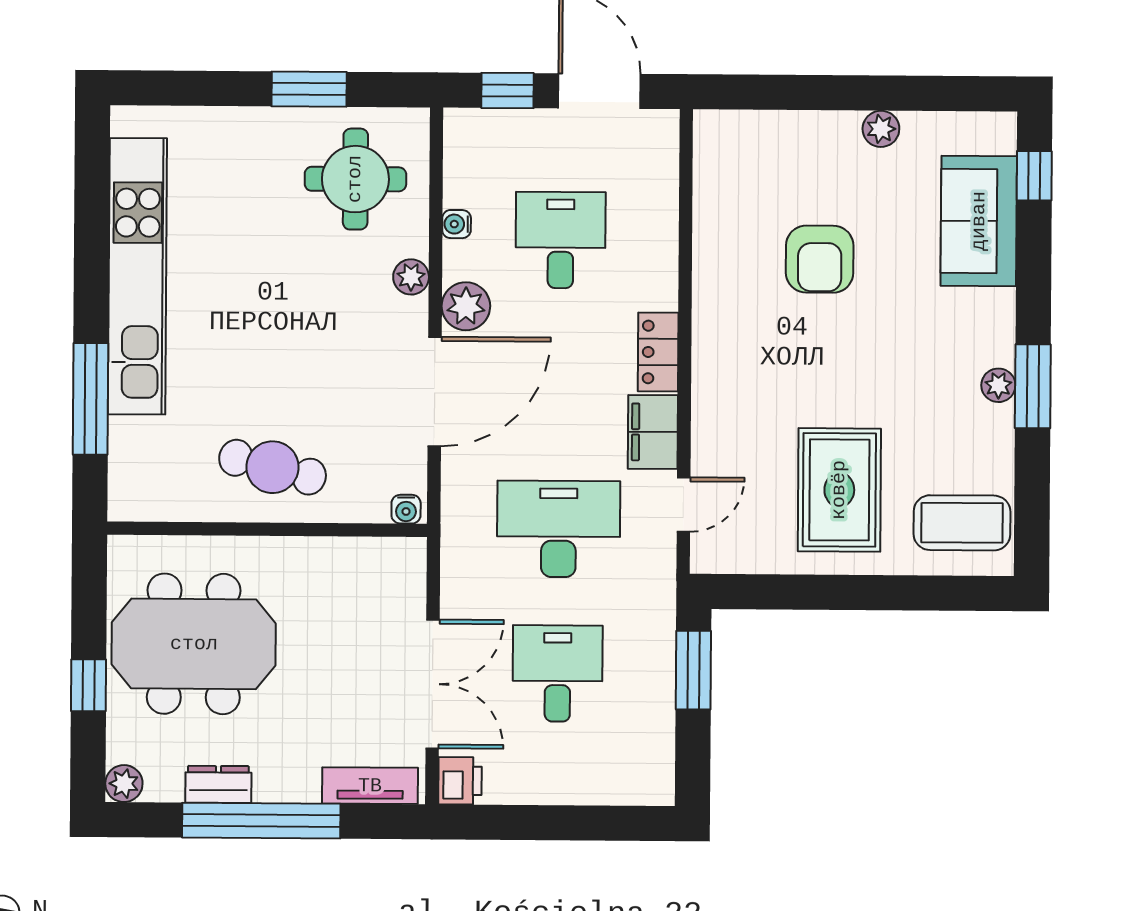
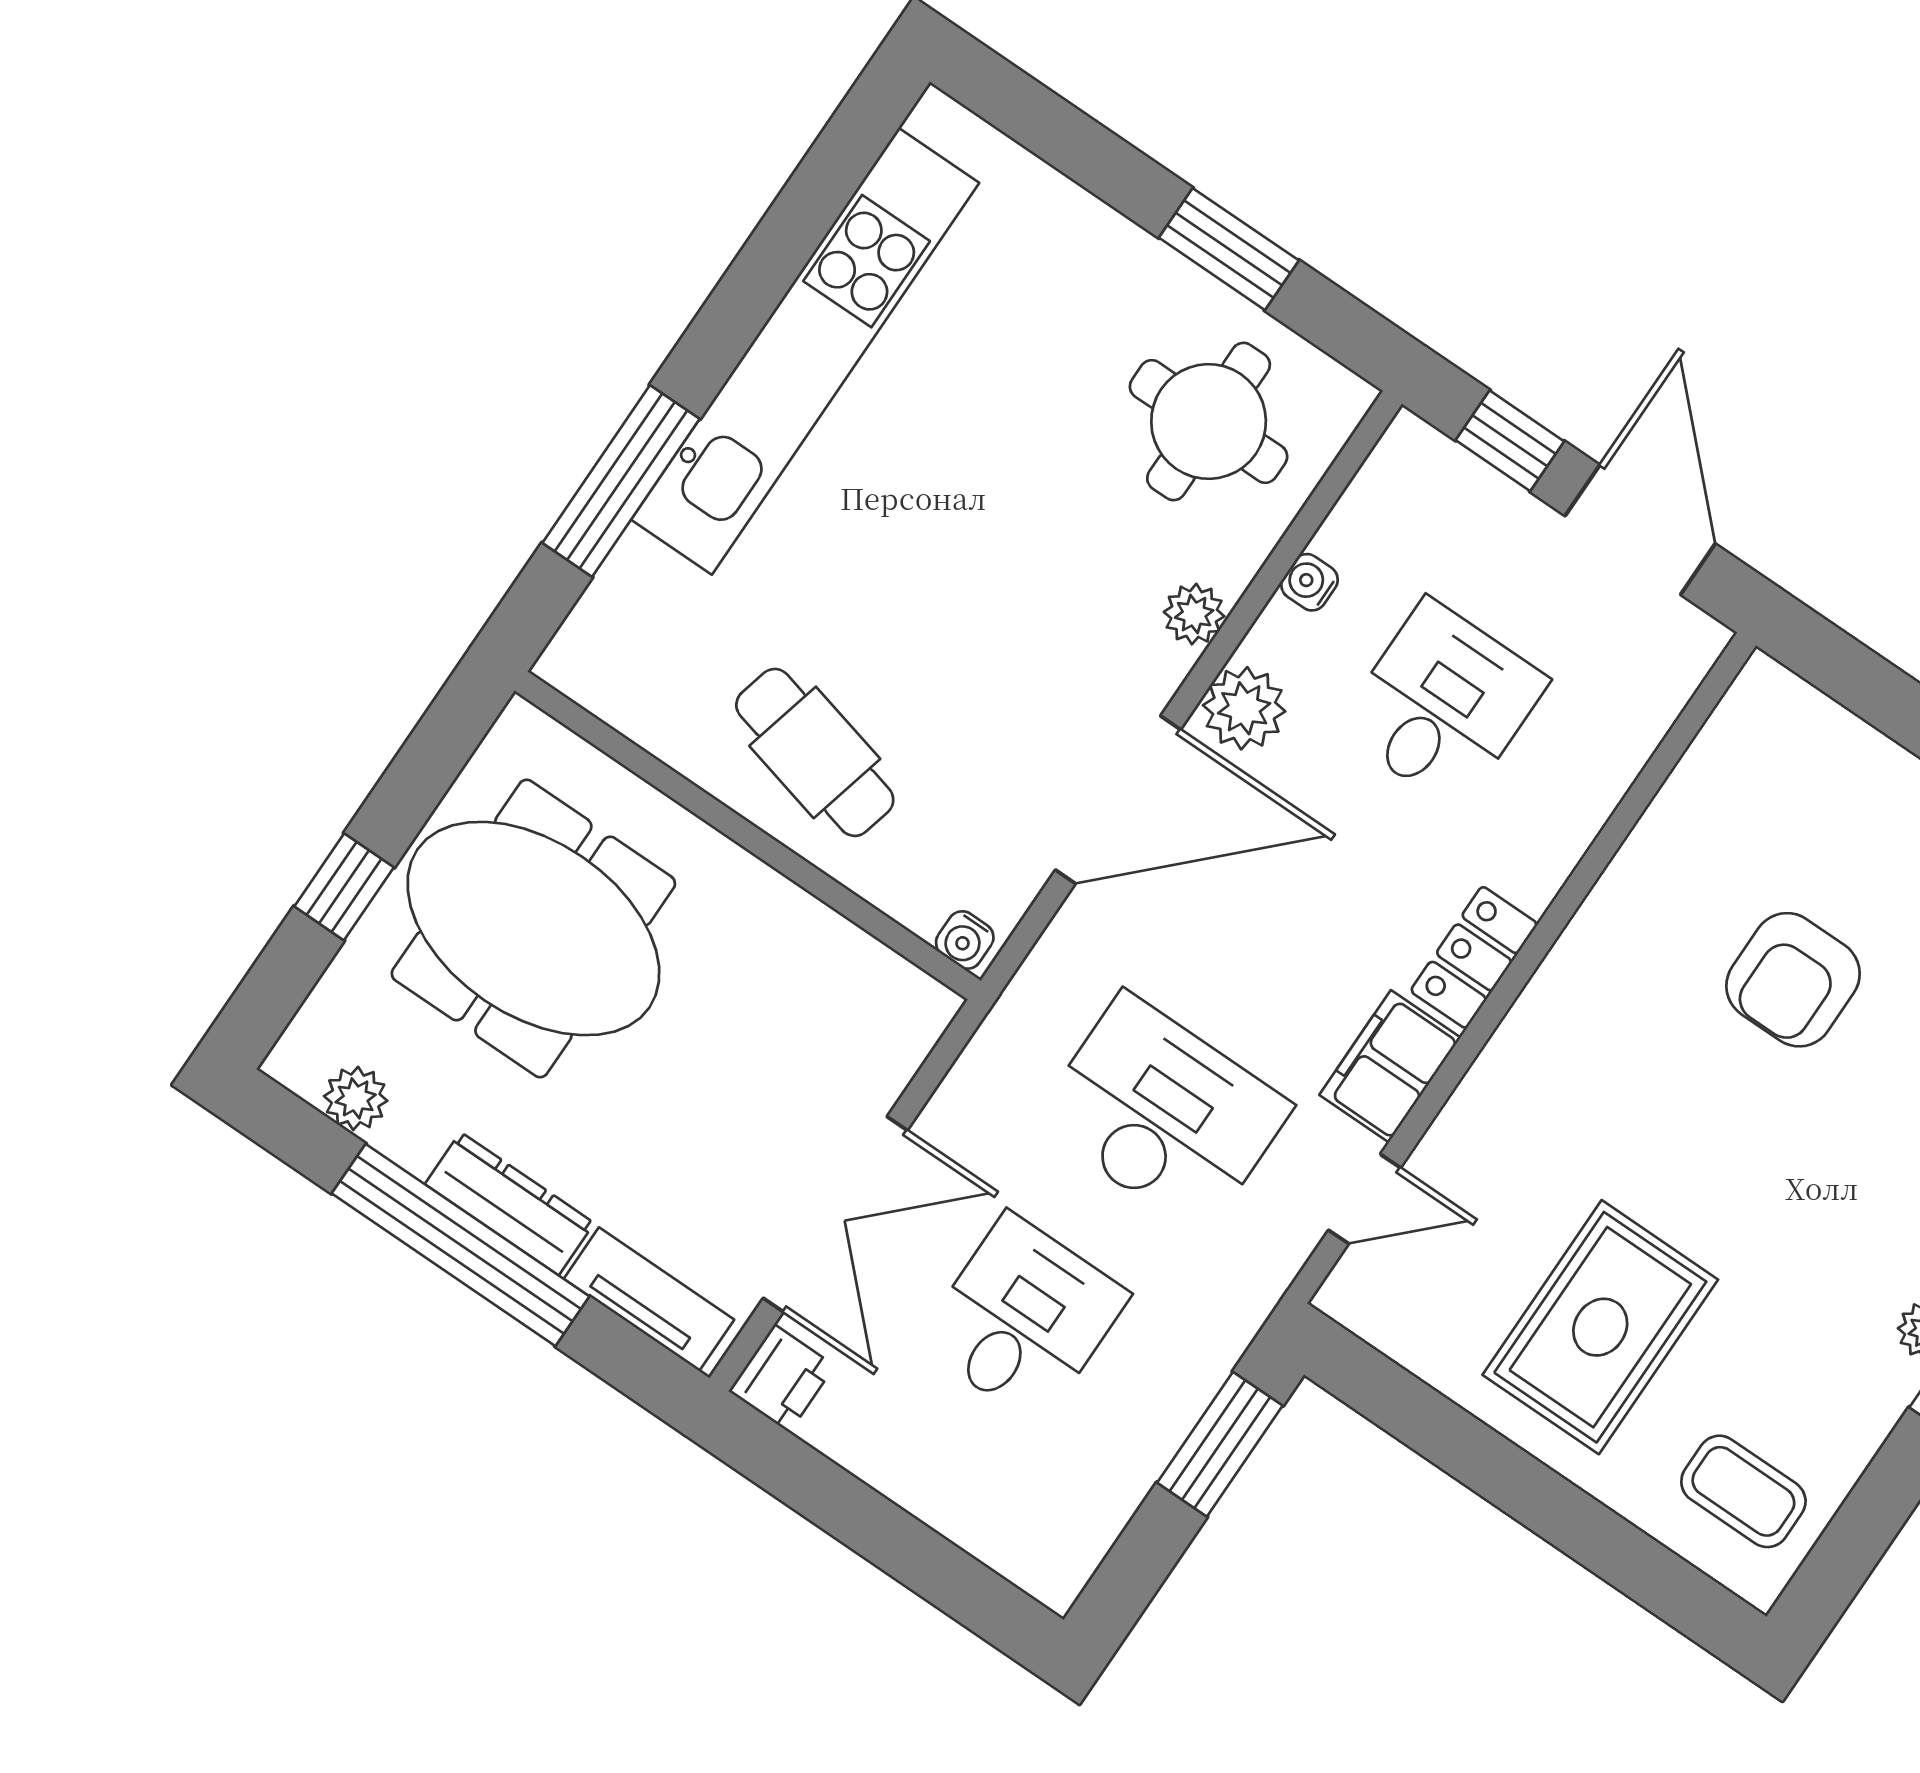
coffee table: (962, 523) -> (1743, 1491), width x0.73, depth x0.77
plant: (124, 784) -> (356, 1098), moved
dresser: (218, 784) -> (510, 1204), moved, width x1.44

